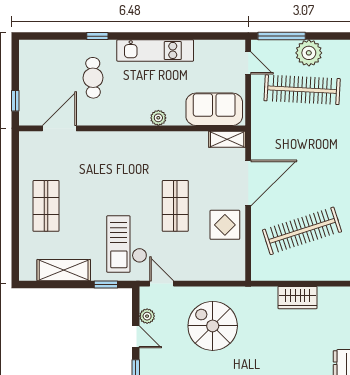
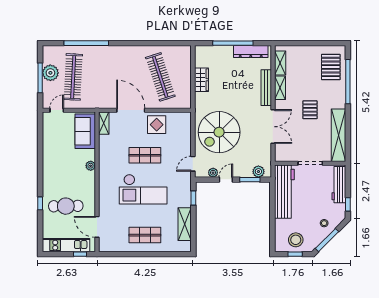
window: (282, 36) -> (40, 78), moved
kitchen unit: (155, 50) -> (66, 245), moved, turned -90
cafe table: (93, 78) -> (66, 206), width x1.37, depth x1.35
checkout: (127, 244) -> (143, 189), moved, width x1.36, depth x1.21
spiral stairs: (213, 326) -> (219, 132), width x1.37, depth x1.37

